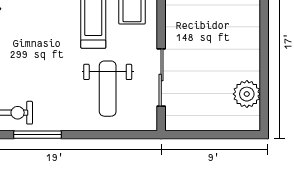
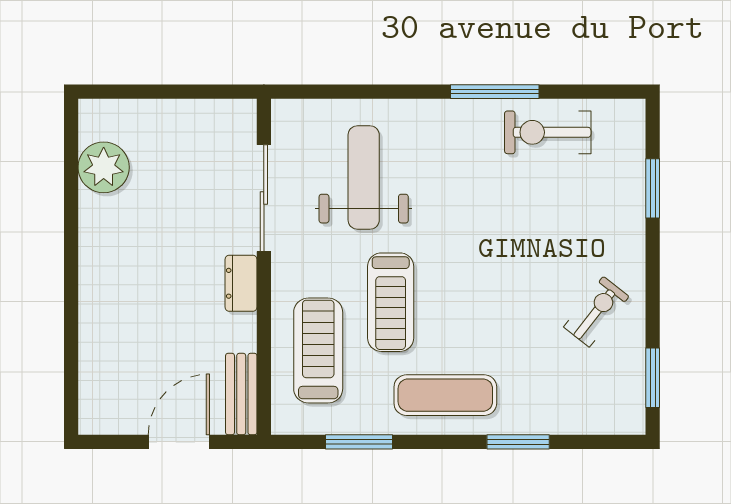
dresser: (173, 32) -> (241, 283), added

